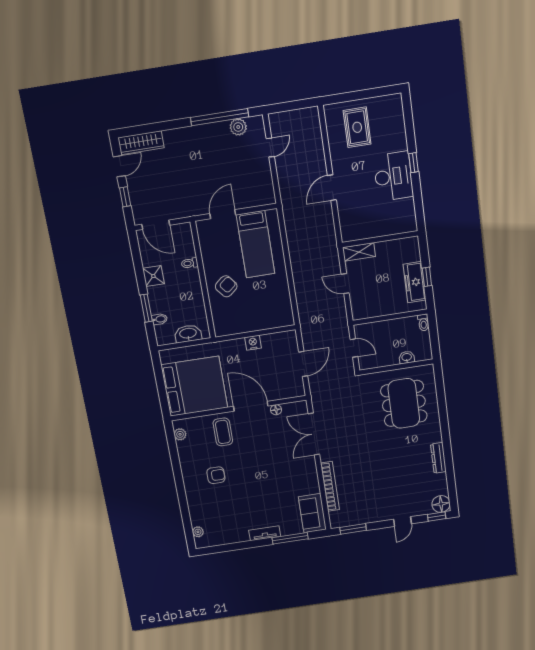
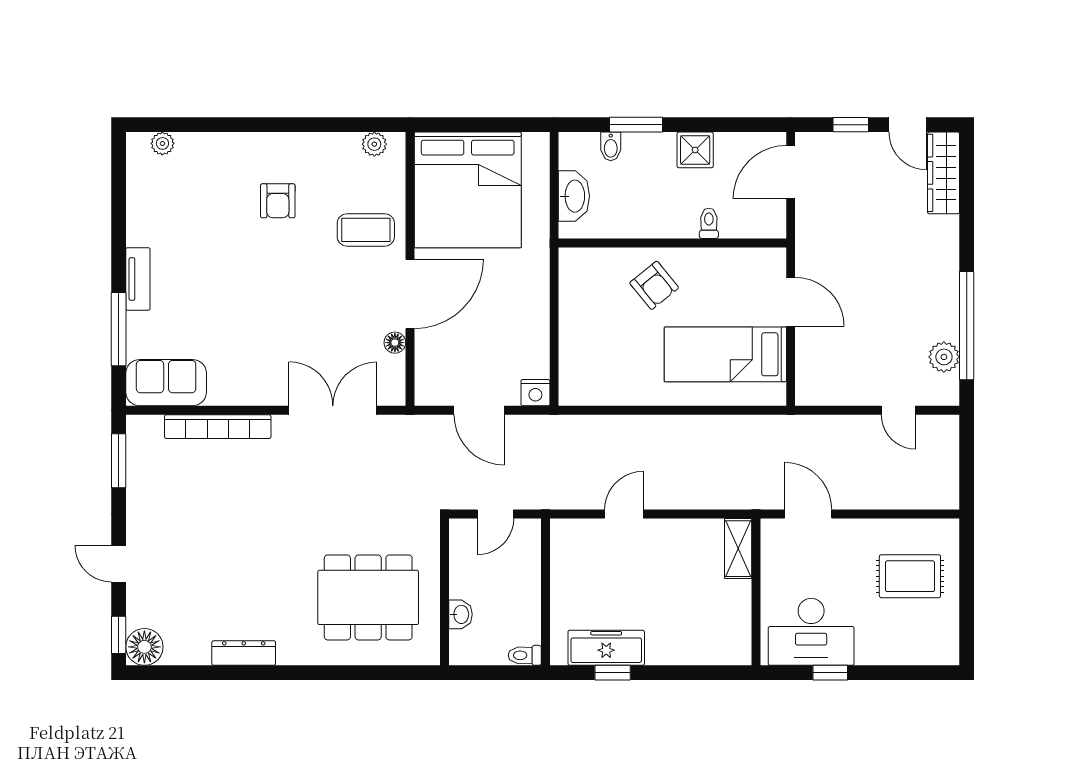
wall: (380, 239) -> (756, 592), moved
shelving: (359, 252) -> (738, 549), moved
nightstand: (253, 343) -> (535, 393), moved, turned 90

